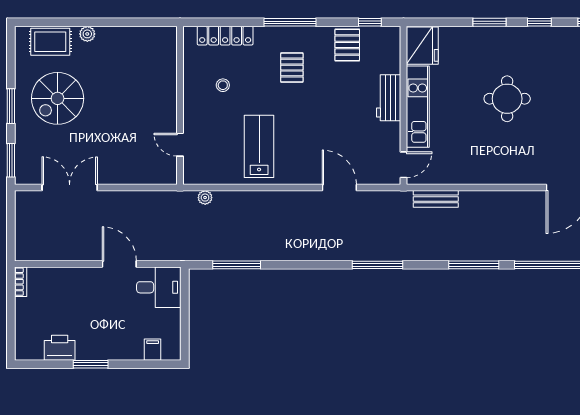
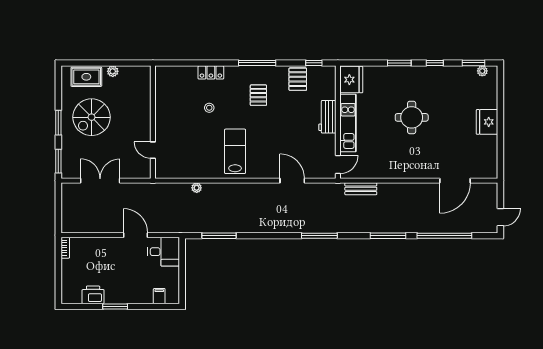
locker: (225, 36) -> (211, 72), width x0.66
wall: (180, 105) -> (153, 122), moved
door: (180, 145) -> (153, 150), moved

